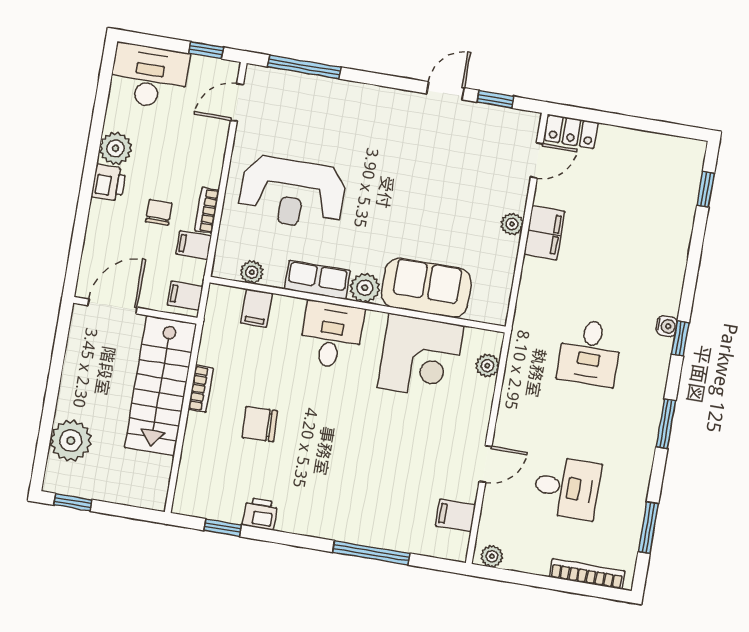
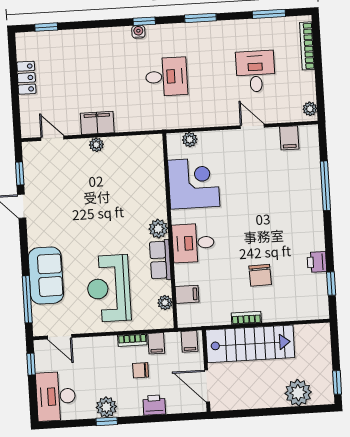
locker: (571, 131) -> (26, 78), moved
window: (94, 144) -> (107, 421), added
printer: (109, 183) -> (154, 405), moved
reception desk: (293, 193) -> (109, 288), turned 180
sofa: (426, 288) -> (46, 275), moved, turned 180

